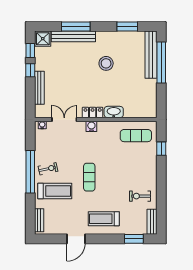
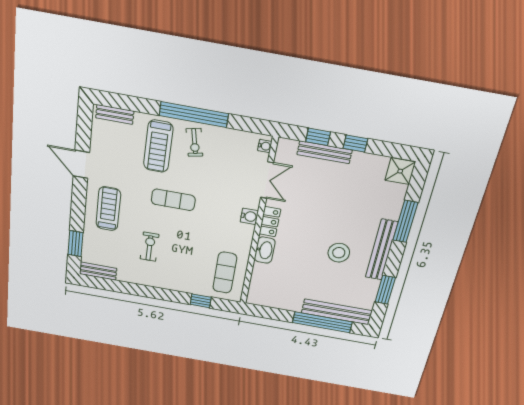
bench: (73, 36) -> (382, 250), moved
window: (30, 51) -> (318, 137), moved
exercise bike: (140, 196) -> (150, 247), moved

